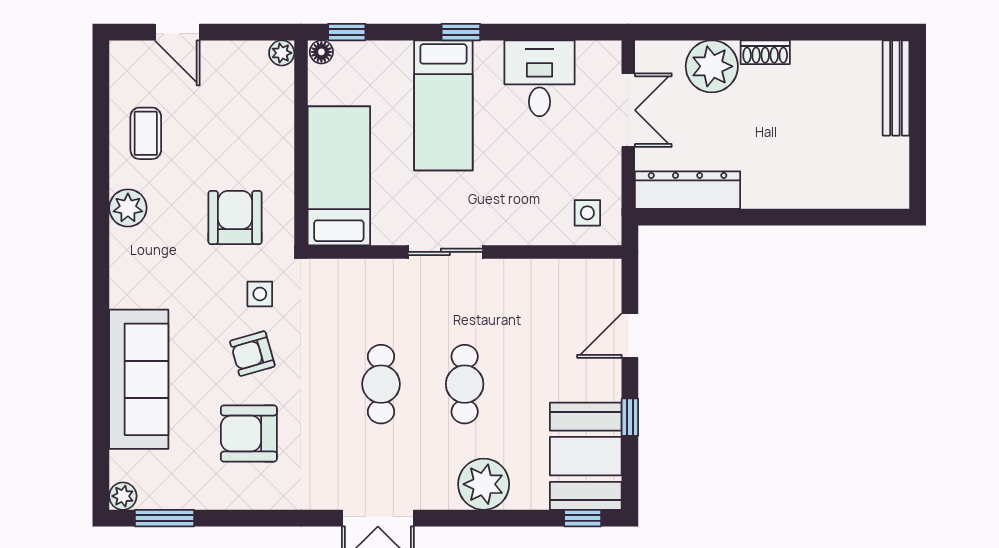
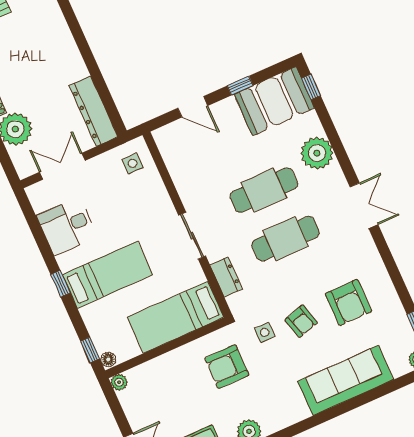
dresser: (364, 274) -> (226, 277), added
cafe table: (381, 384) -> (286, 239), width x1.37, depth x1.35
cafe table: (465, 384) -> (264, 190), width x1.37, depth x1.35

